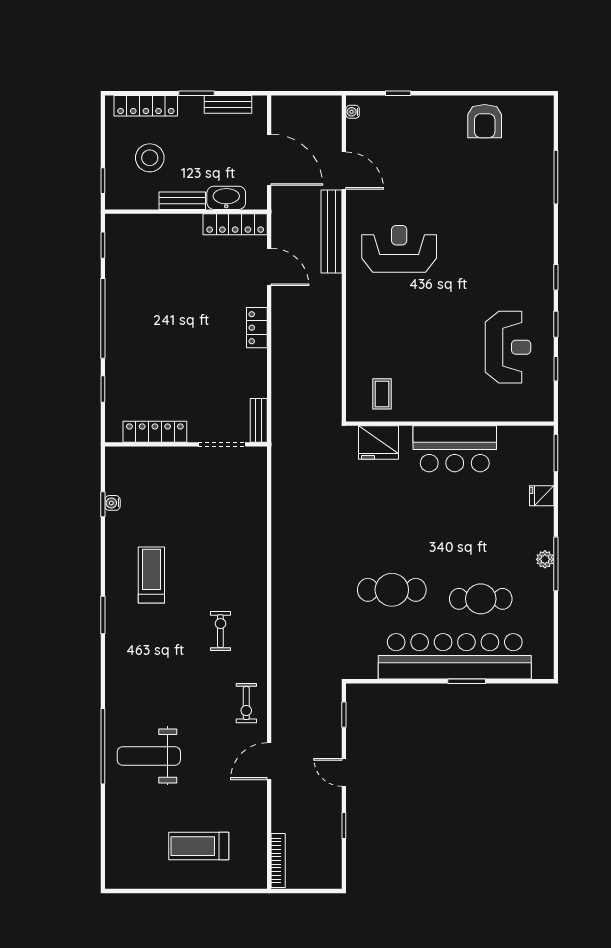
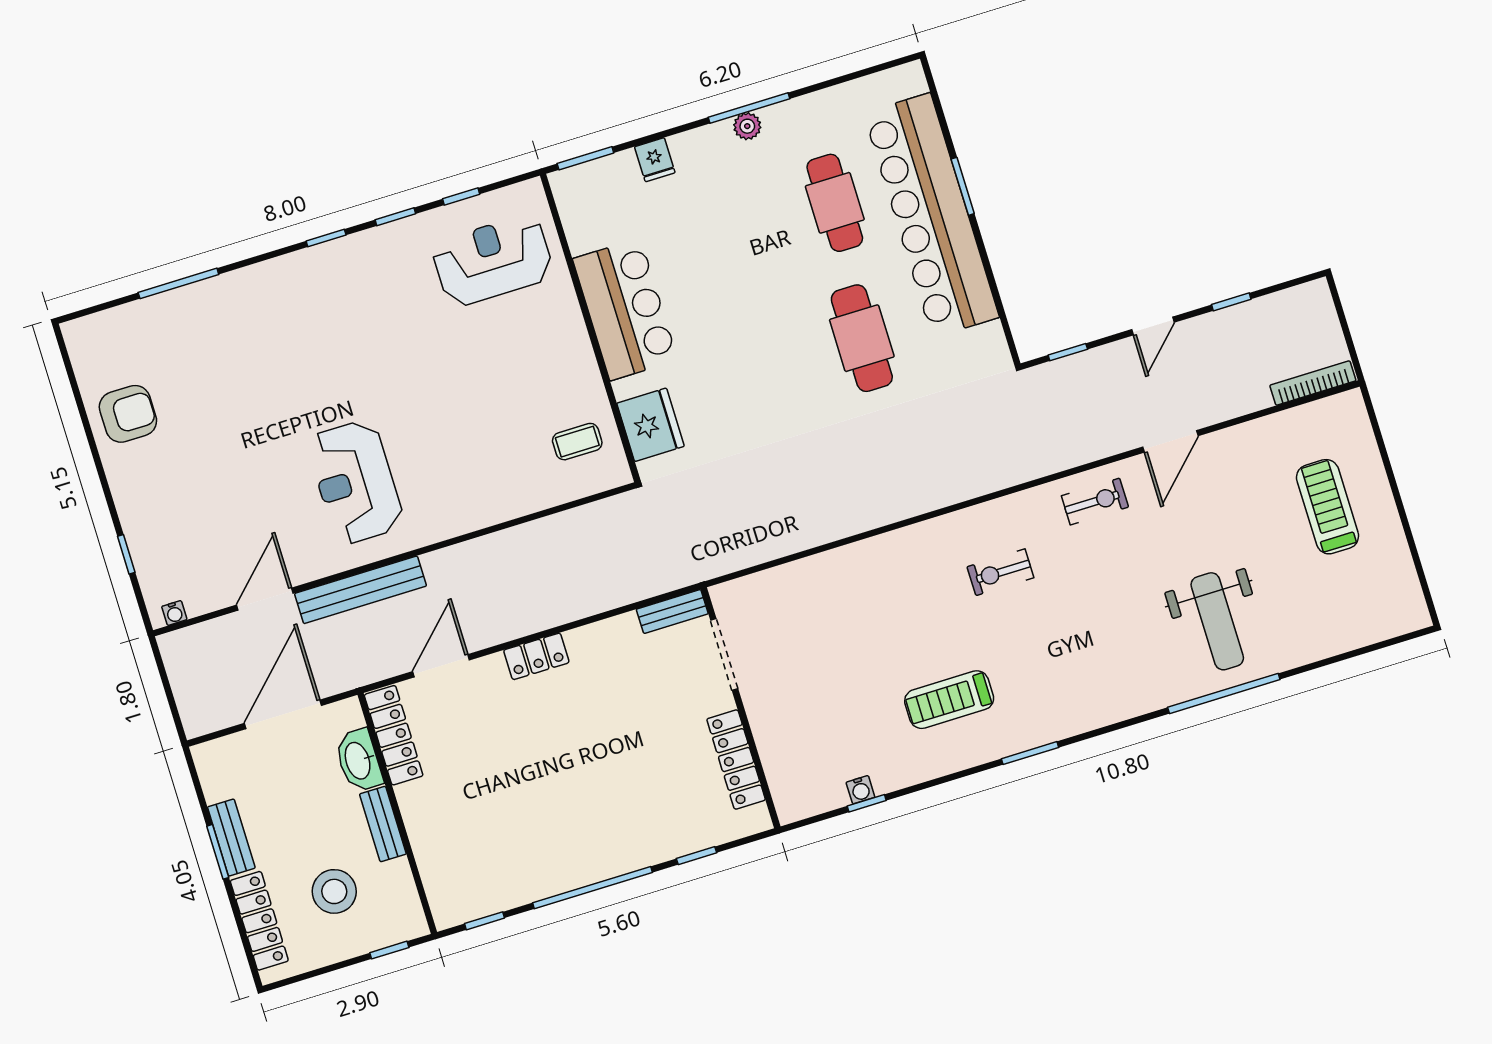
bench: (228, 104) -> (231, 838), moved
reception desk: (508, 347) -> (493, 260), moved
door: (269, 761) -> (1170, 441), hinge flipped
treadmill: (199, 846) -> (1328, 507), turned 180

